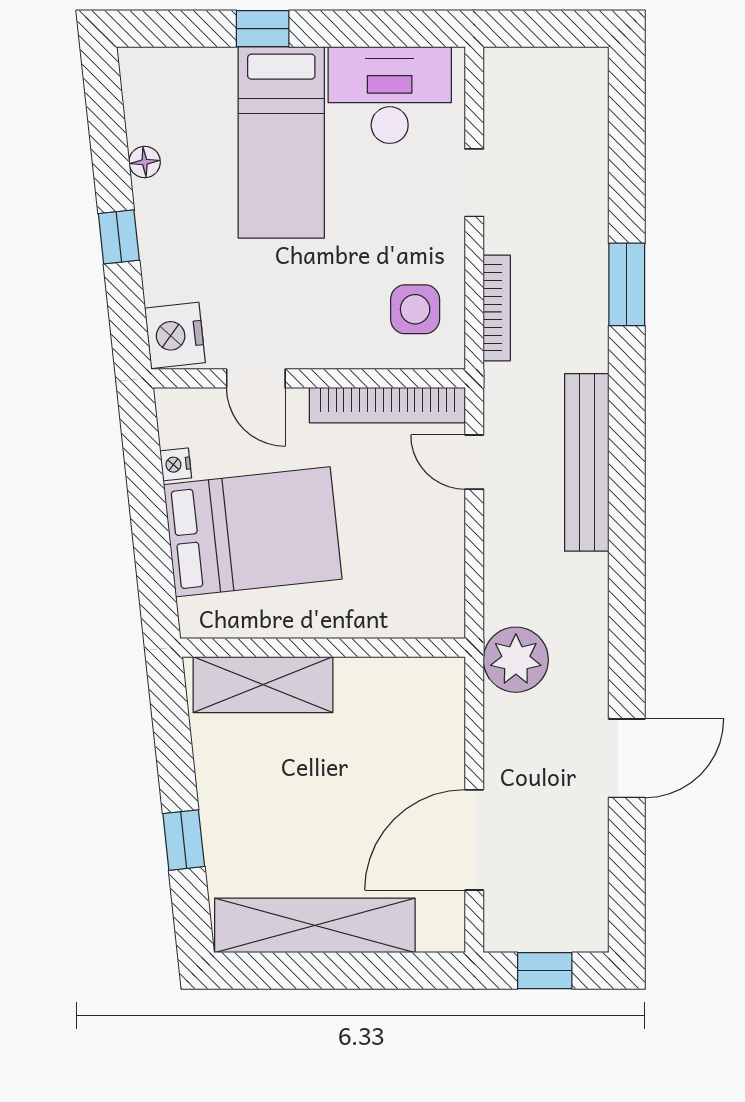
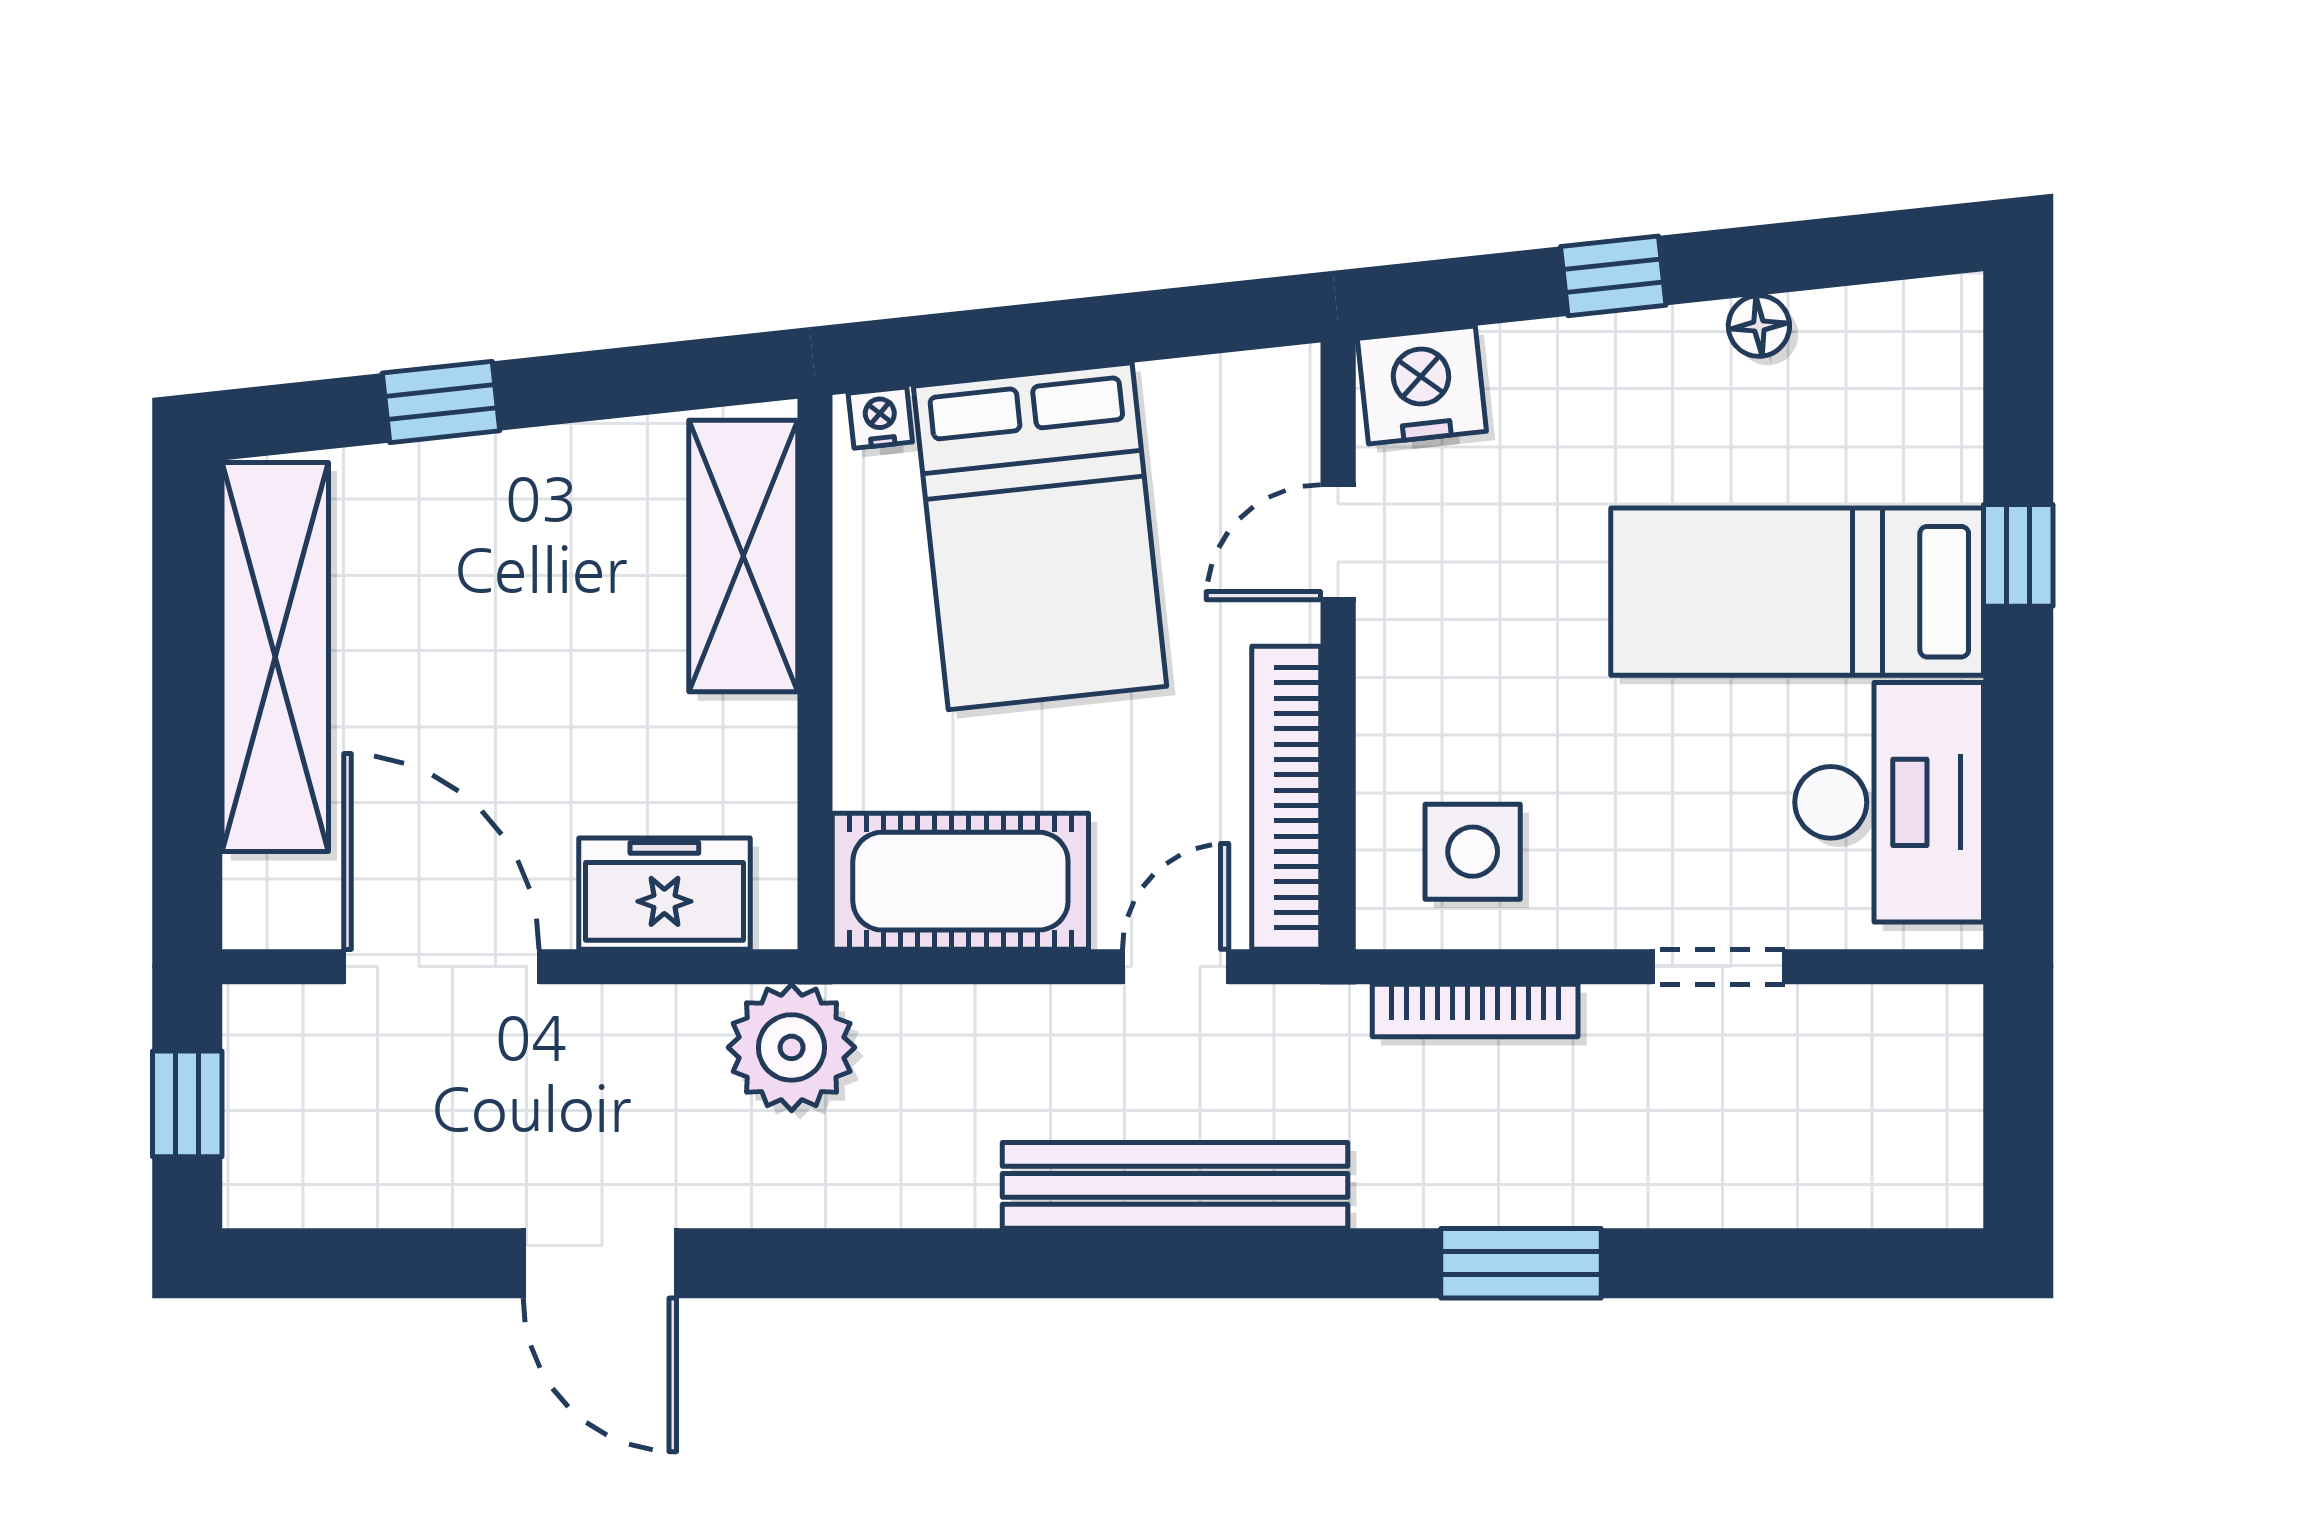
nightstand: (176, 464) -> (880, 418), moved
cot: (430, 573) -> (960, 881), added
freezer: (437, 725) -> (664, 894), added

